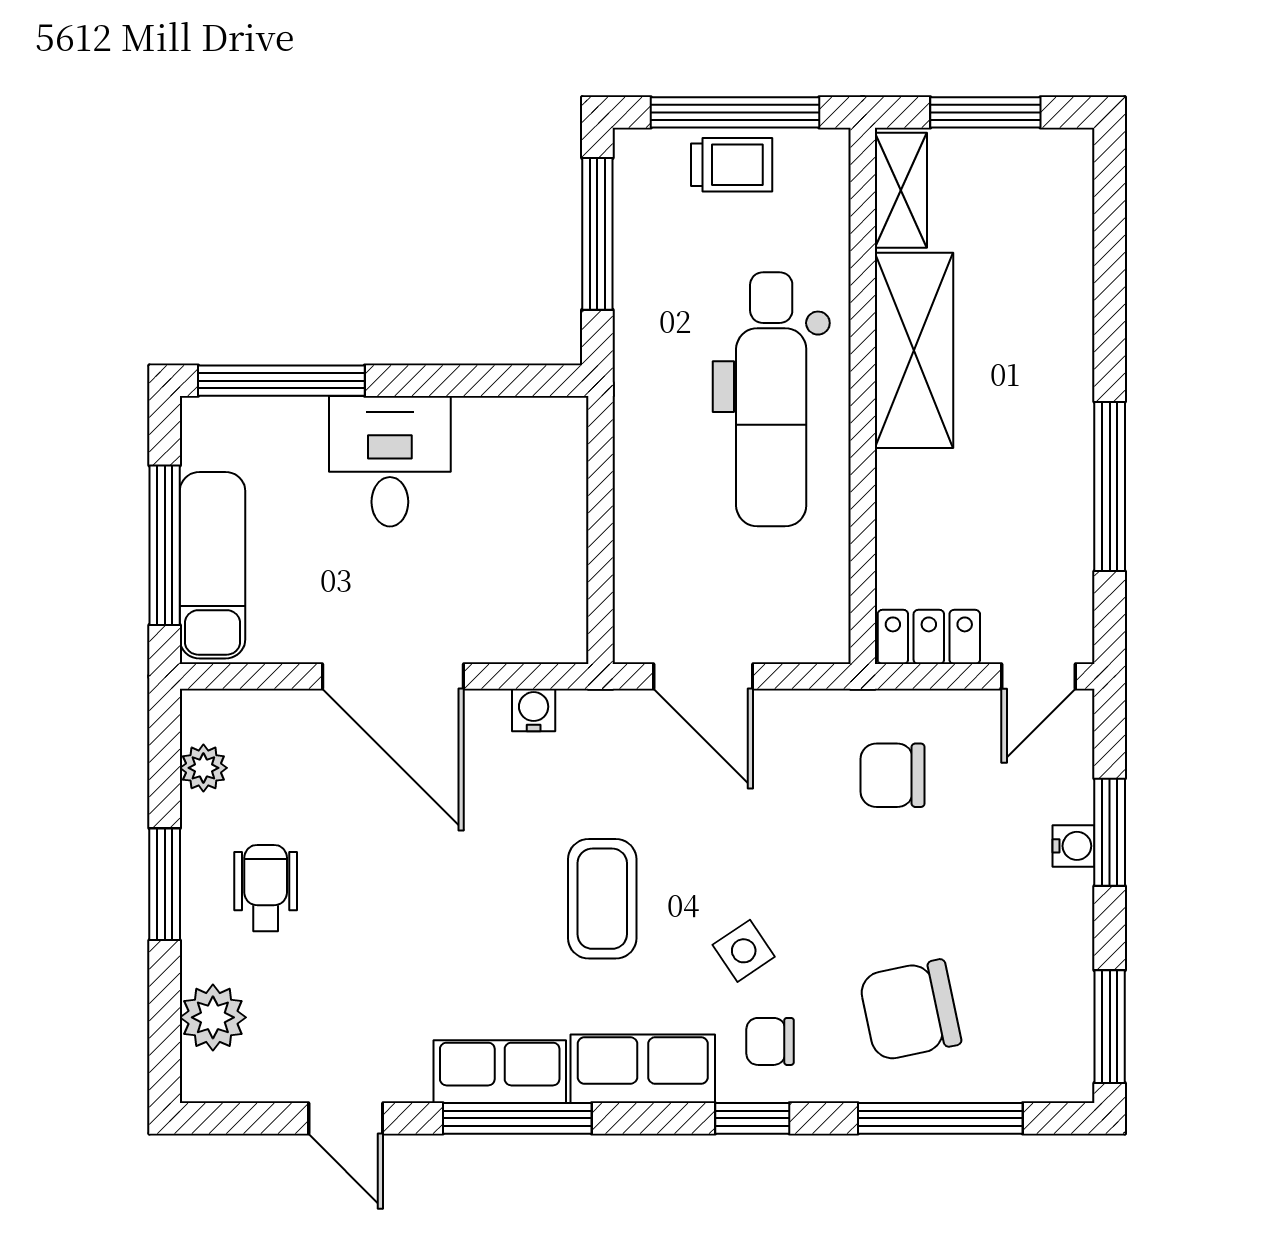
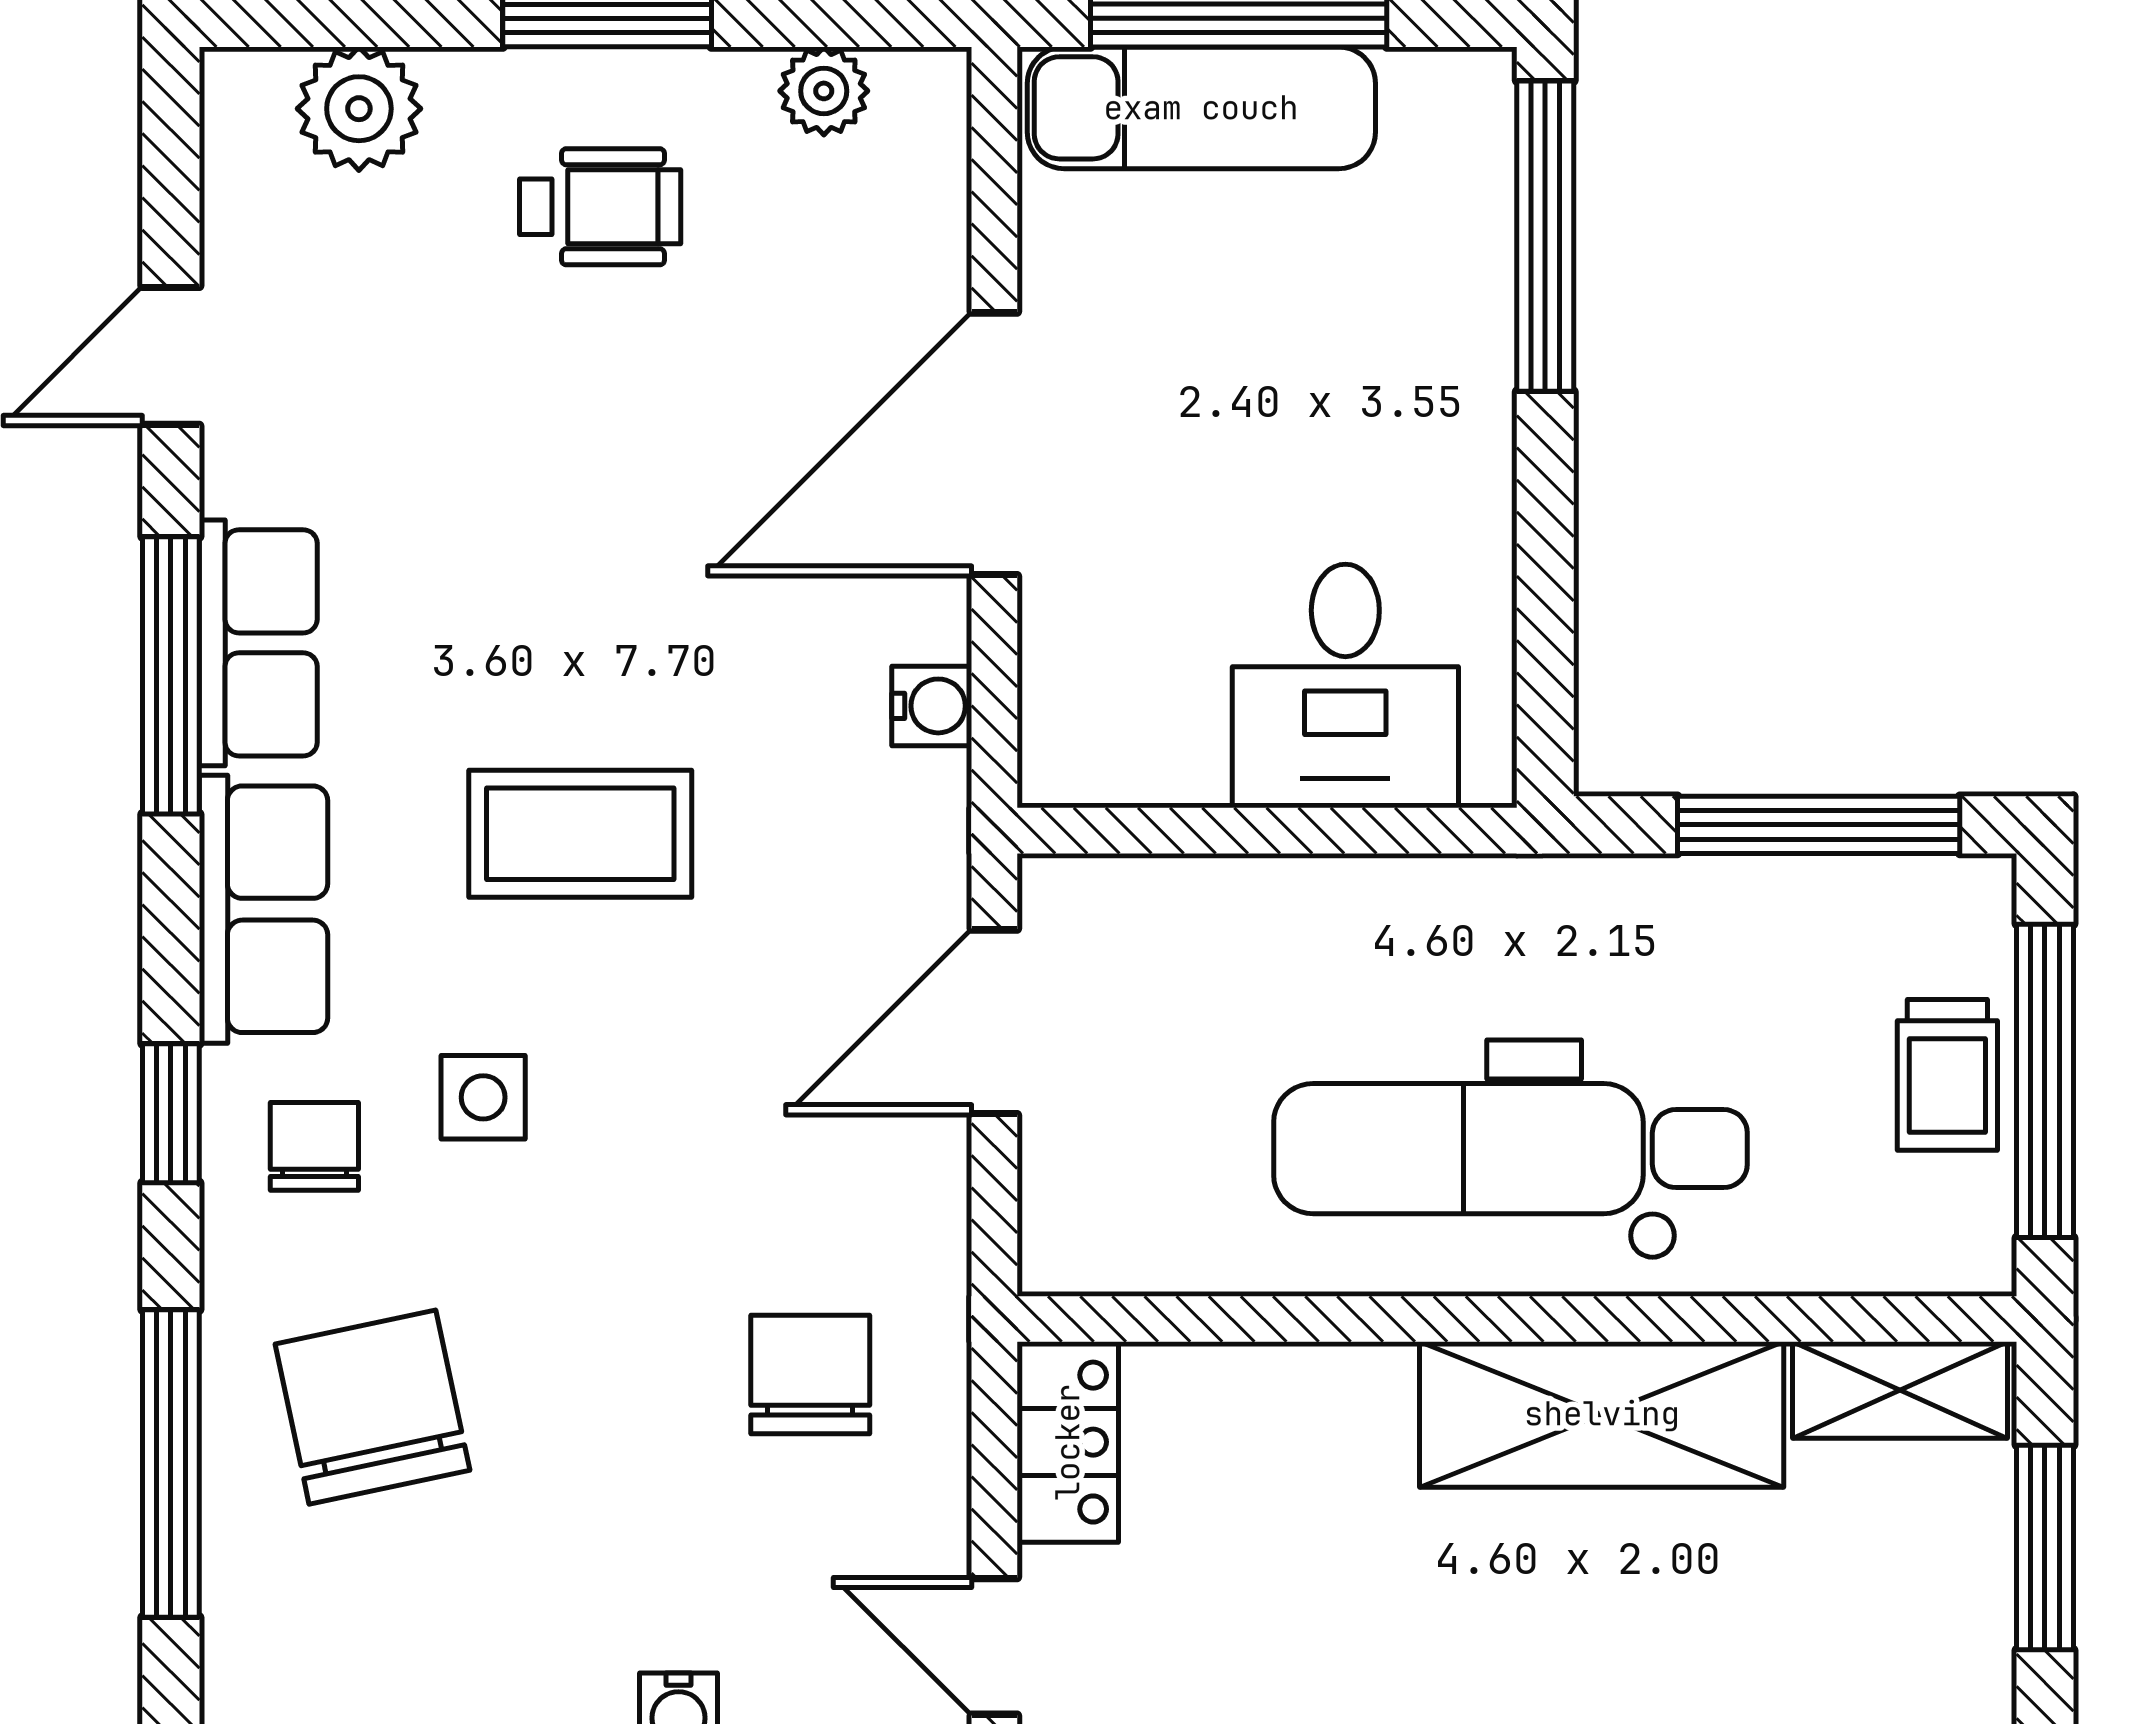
desk: (390, 461) -> (1345, 686), moved, turned 90
side table: (744, 951) -> (483, 1097), turned 34

